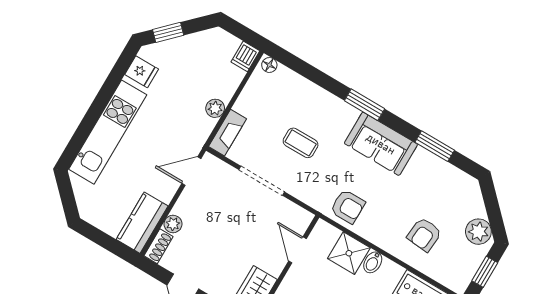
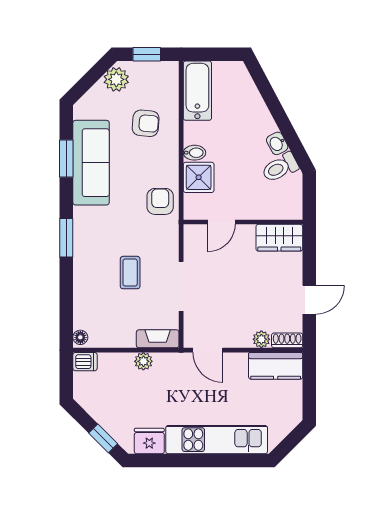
fridge: (142, 72) -> (149, 441), width x1.38
sofa: (381, 144) -> (91, 163), moved, width x1.36

